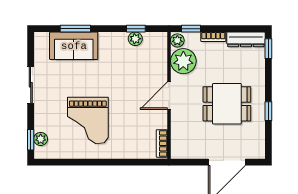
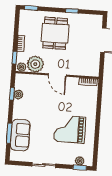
dresser: (246, 39) -> (24, 22), removed
dining table: (227, 104) -> (55, 33), moved
grand piano: (88, 120) -> (70, 129), turned 180

